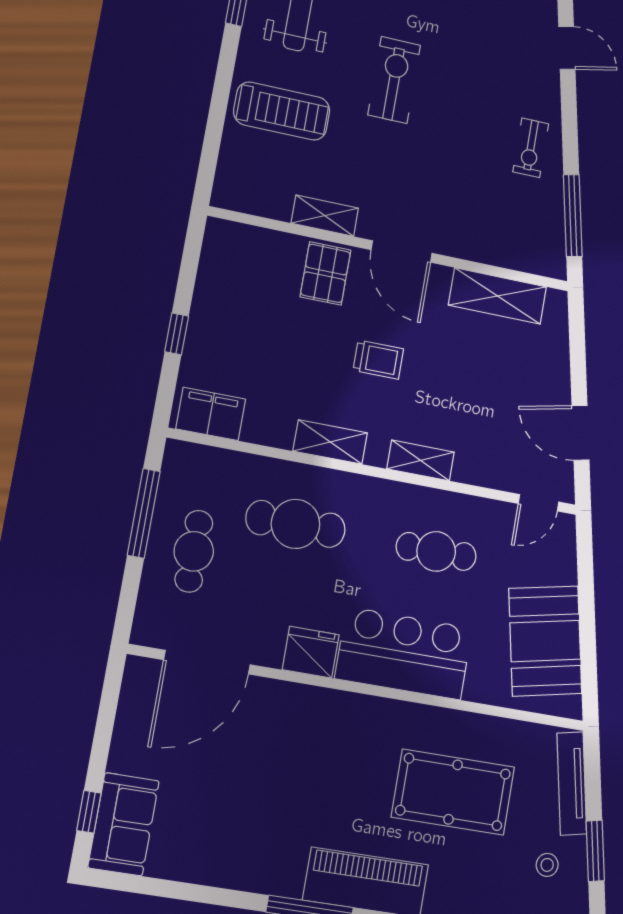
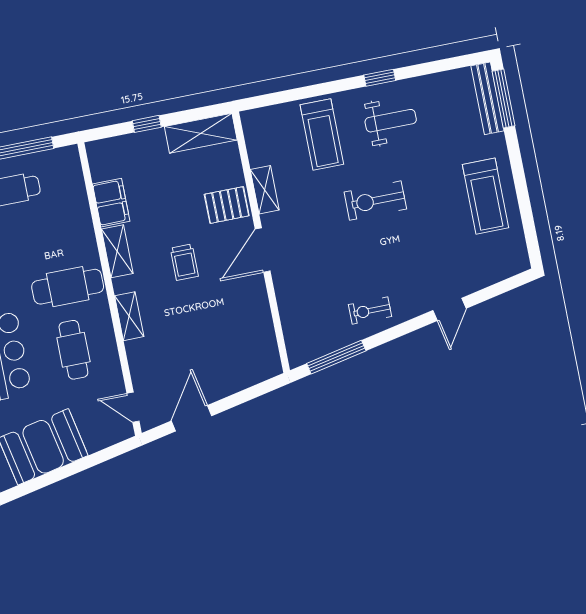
exercise bike: (394, 80) -> (375, 201), turned 180
shelving: (498, 296) -> (201, 133), moved, turned 90
filing cabinet: (211, 414) -> (111, 203), moved
cafe table: (296, 524) -> (68, 287), moved, turned 90

